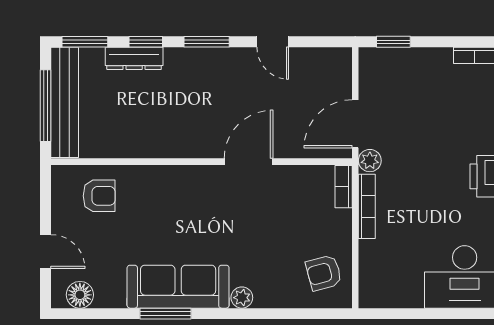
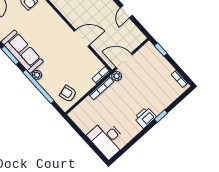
window: (264, 314) -> (38, 87), added

